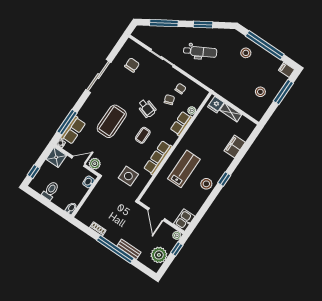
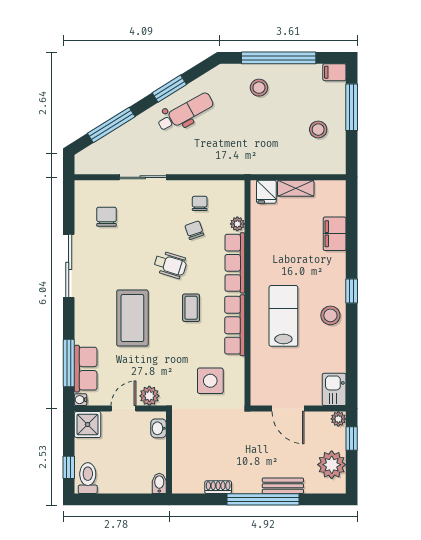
dental chair: (200, 52) -> (185, 112), moved
row of seats: (181, 123) -> (235, 263), width x1.48
toilet: (50, 191) -> (88, 478), moved

